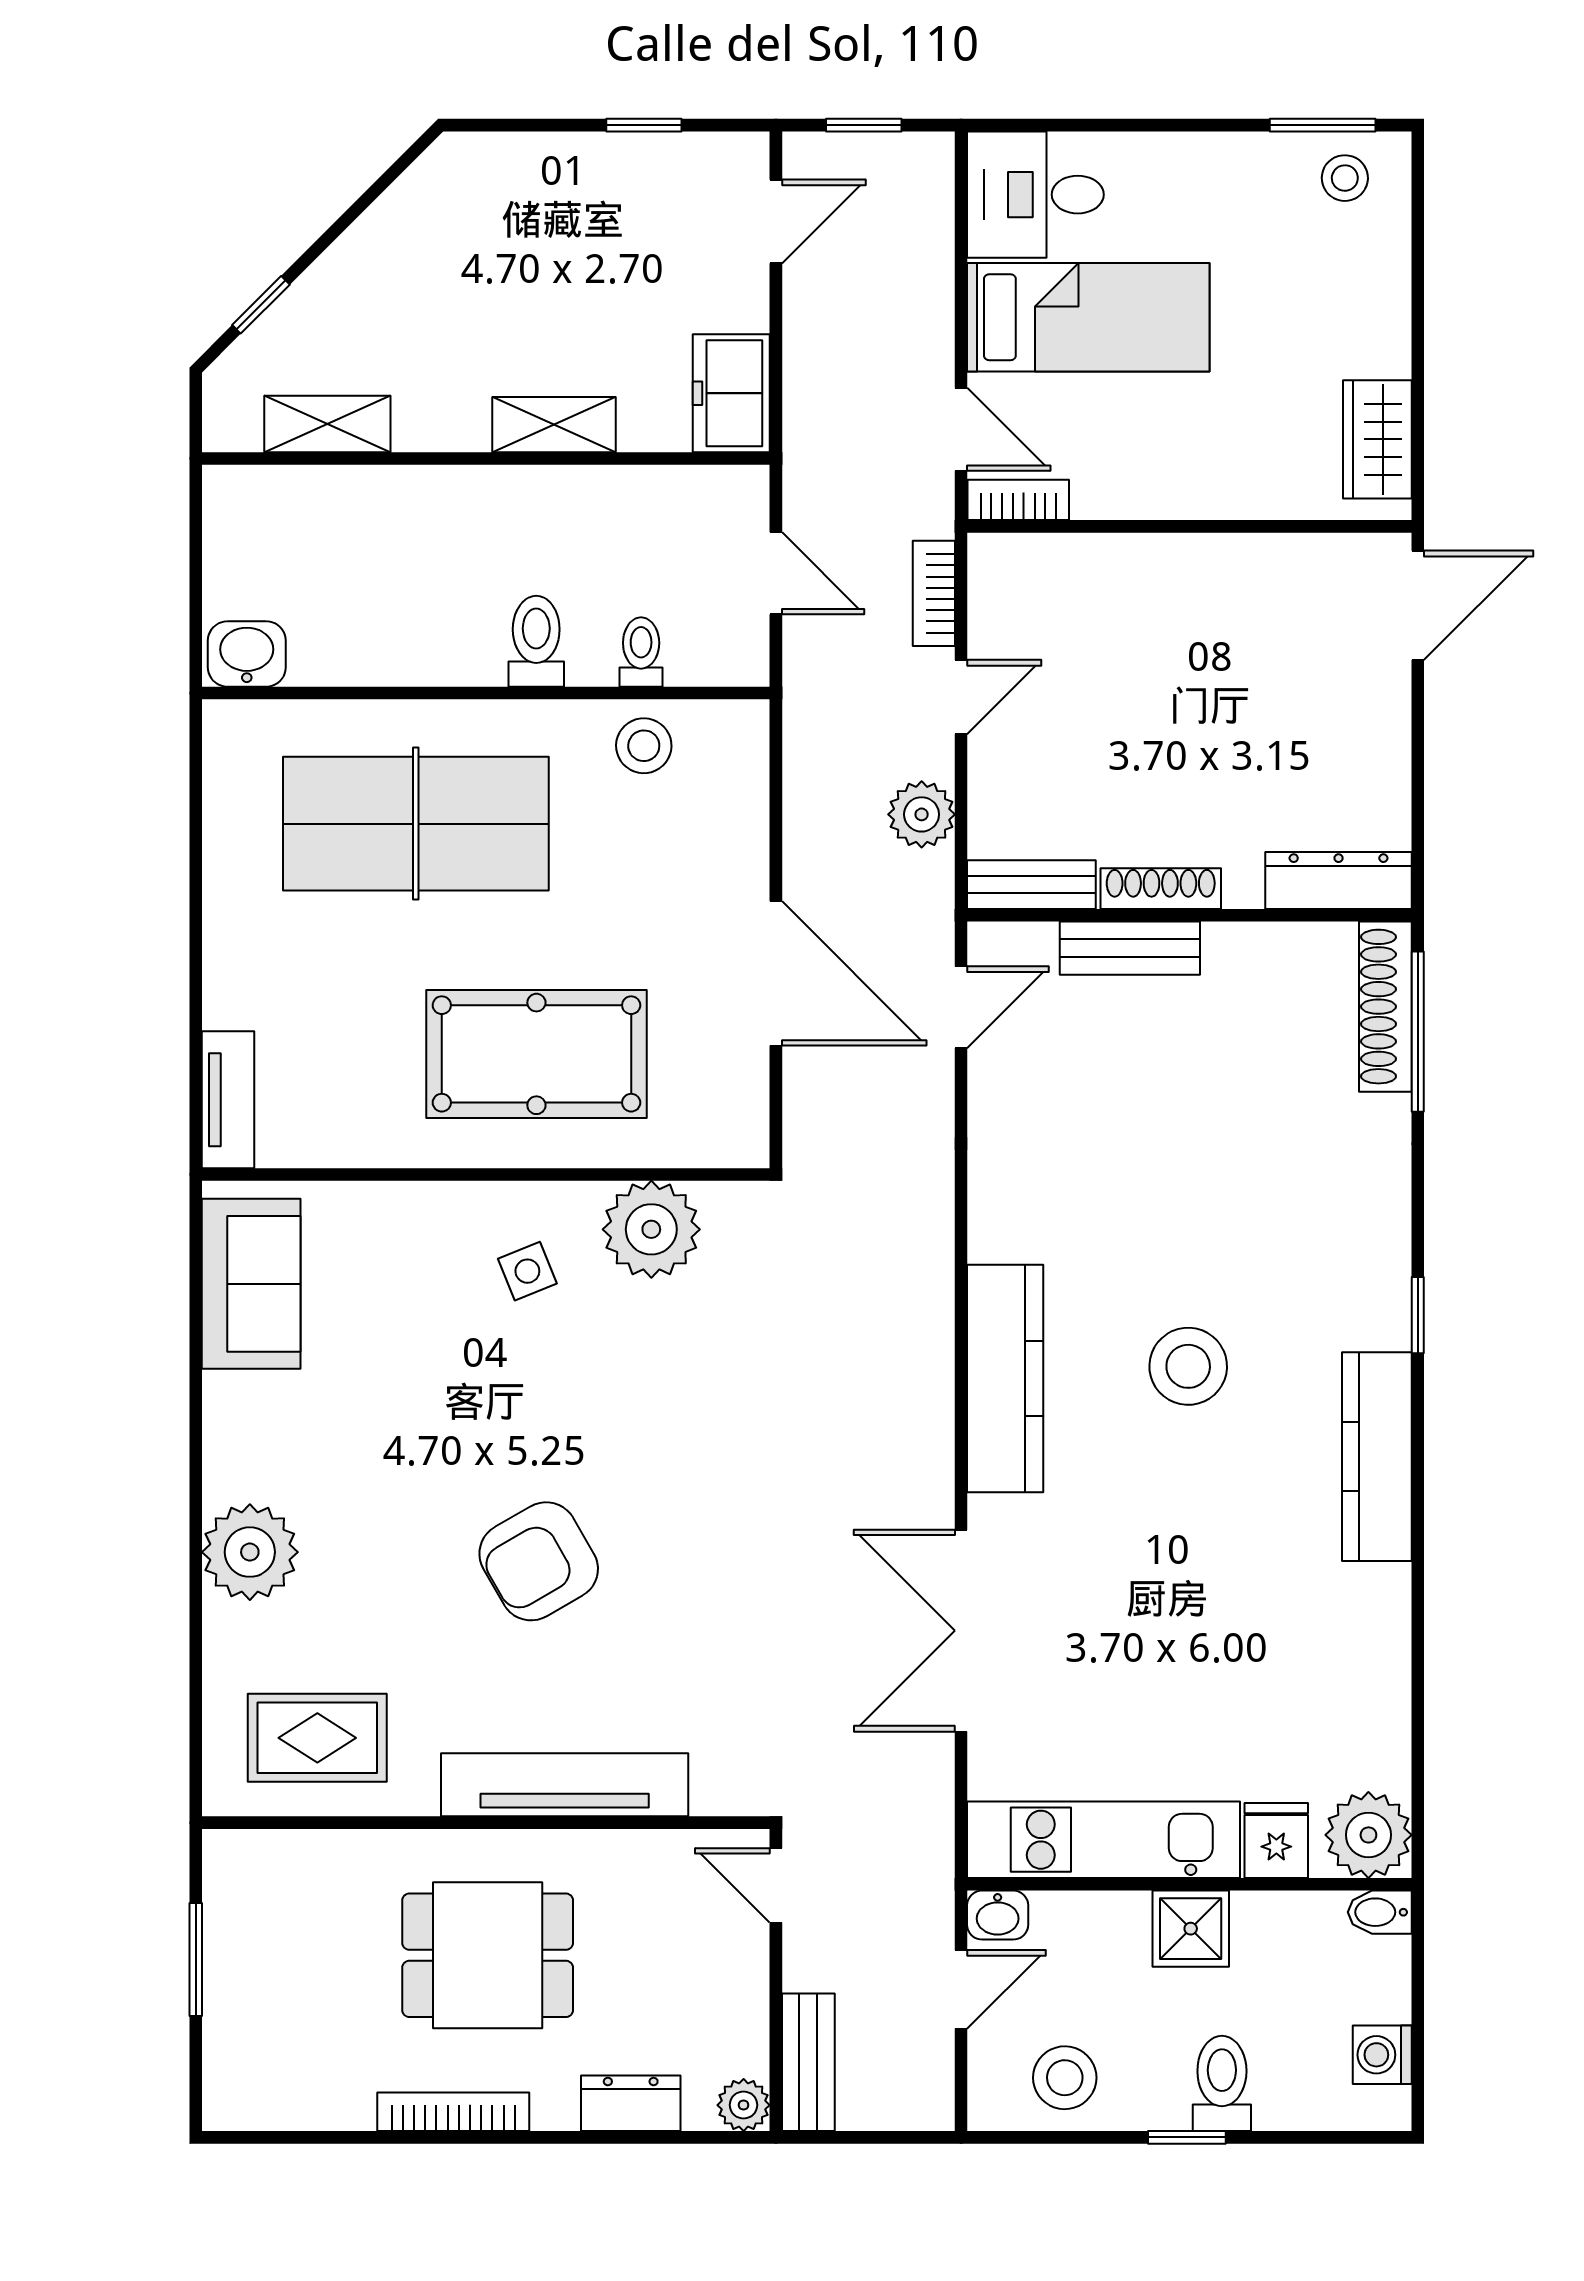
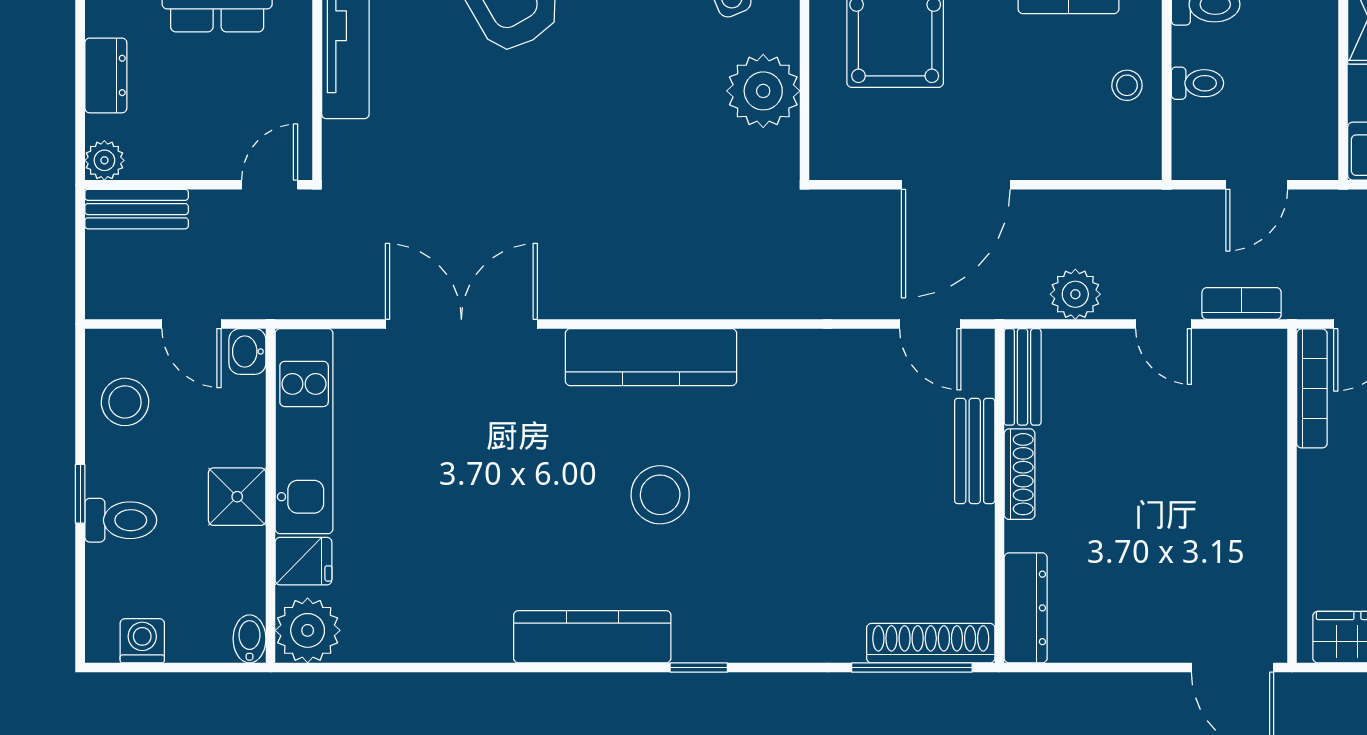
bookcase: (1018, 500) -> (1312, 388), width x1.56
stool: (644, 746) -> (1127, 85), width x0.73, depth x0.73

